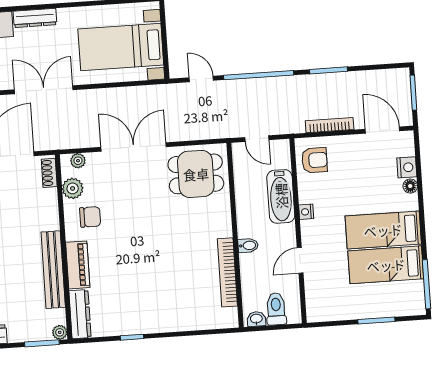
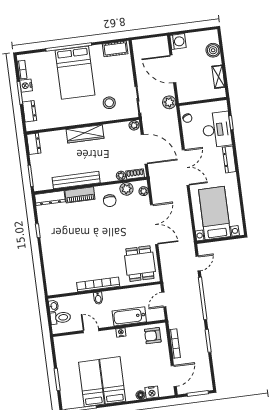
armchair: (314, 160) -> (153, 336), turned 90
bookcase: (227, 272) -> (98, 284), moved
plant: (60, 332) -> (121, 176), moved

